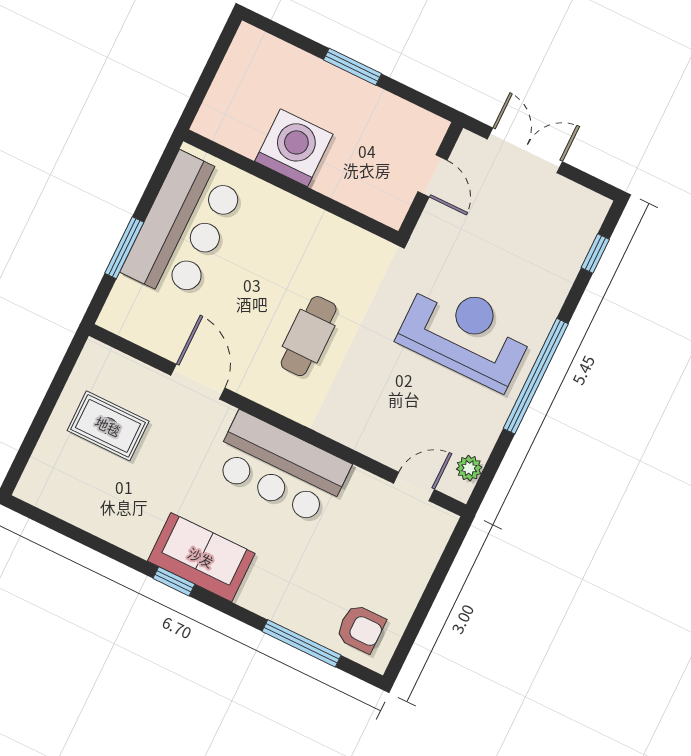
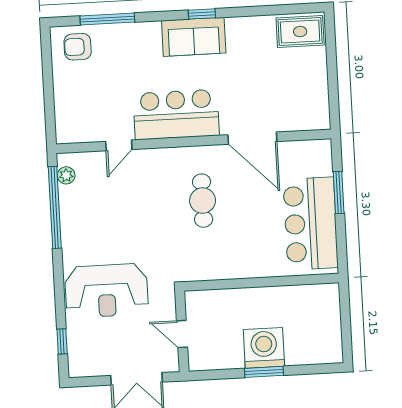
washing machine: (294, 148) -> (264, 348), moved, turned 180
reception desk: (466, 334) -> (107, 291), moved
window: (536, 376) -> (55, 207), moved
door: (198, 382) -> (252, 138), width x1.36
rug: (108, 426) -> (300, 32), moved
door: (414, 486) -> (119, 145), moved

